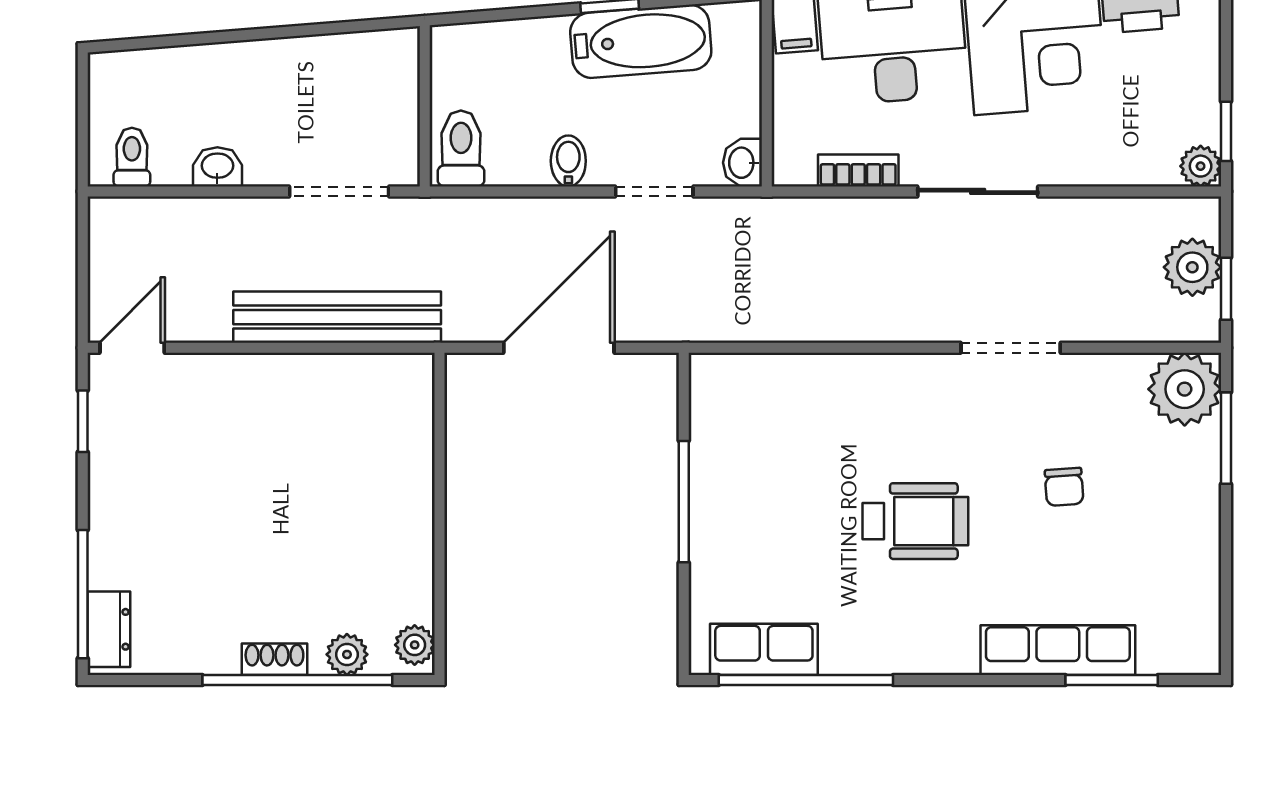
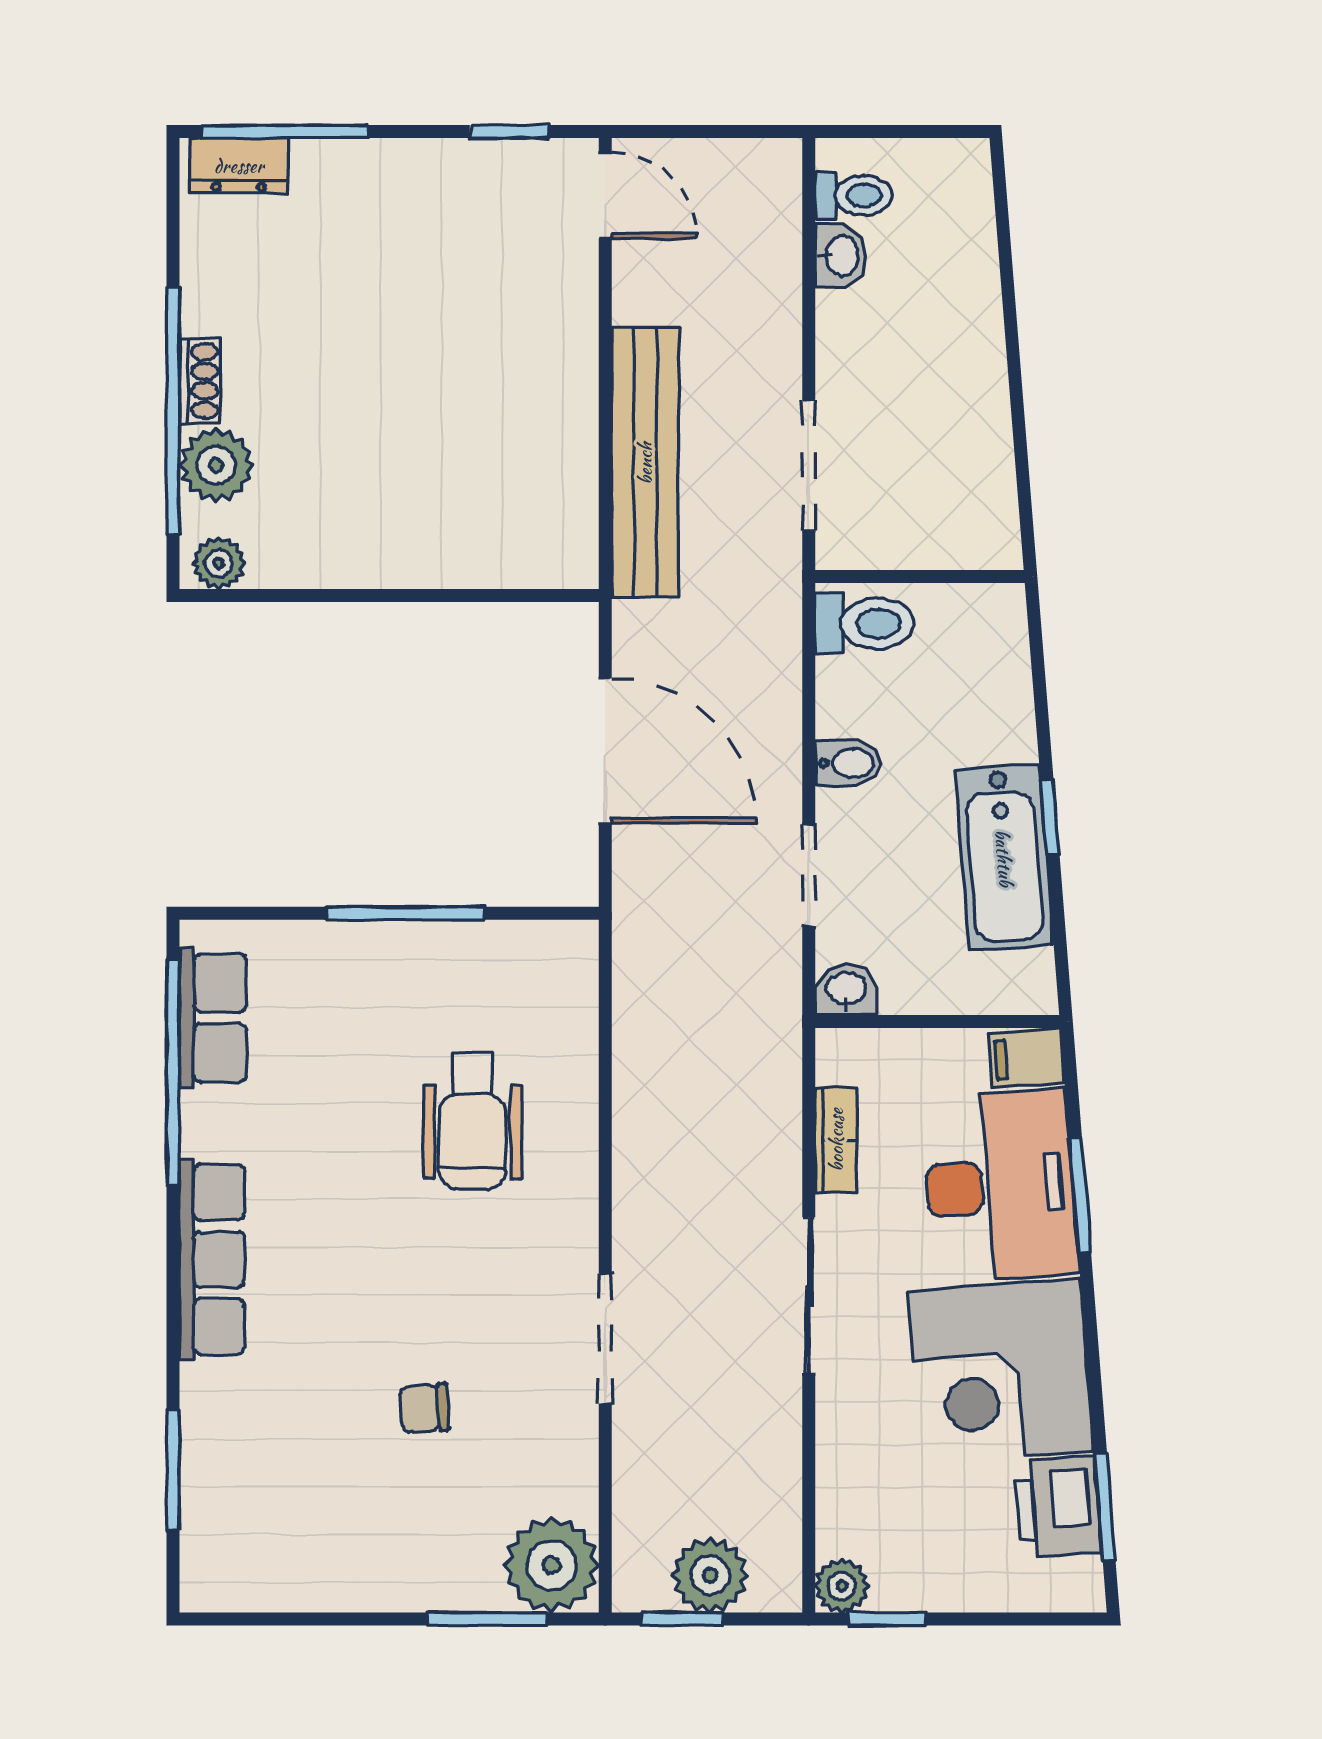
washbasin: (217, 167) -> (841, 256), moved
wheelchair: (915, 521) -> (473, 1121), moved
row of seats: (1058, 650) -> (212, 1259), moved
plant: (347, 654) -> (216, 465), width x1.38, depth x1.38

